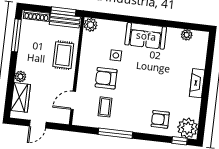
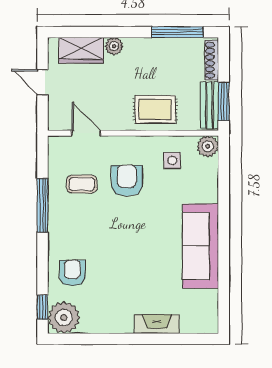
plant: (187, 35) -> (210, 299), removed
sofa: (146, 36) -> (201, 246), width x1.36
side table: (116, 55) -> (172, 160), moved
fireplace: (197, 83) -> (157, 324), moved

